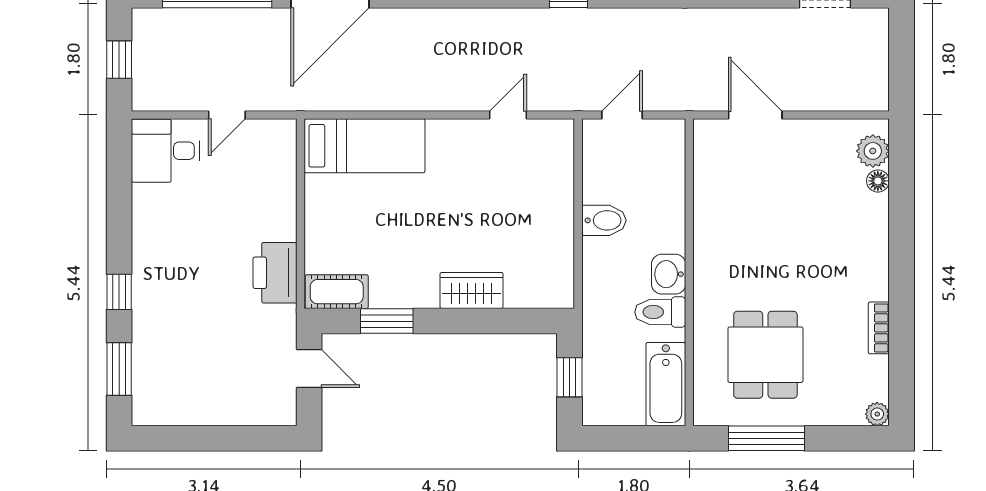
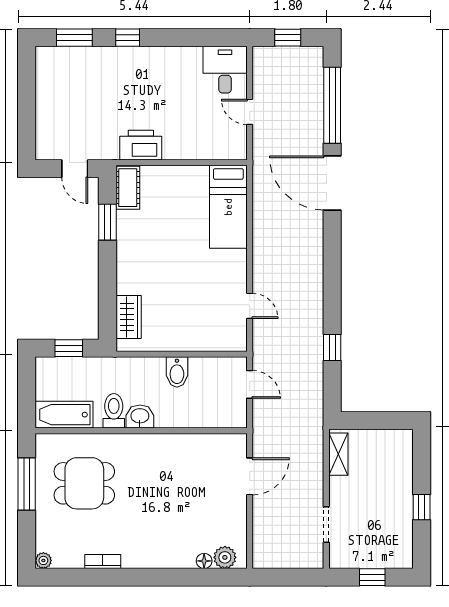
wardrobe: (471, 291) -> (129, 317), moved
door: (309, 368) -> (75, 169), hinge flipped

